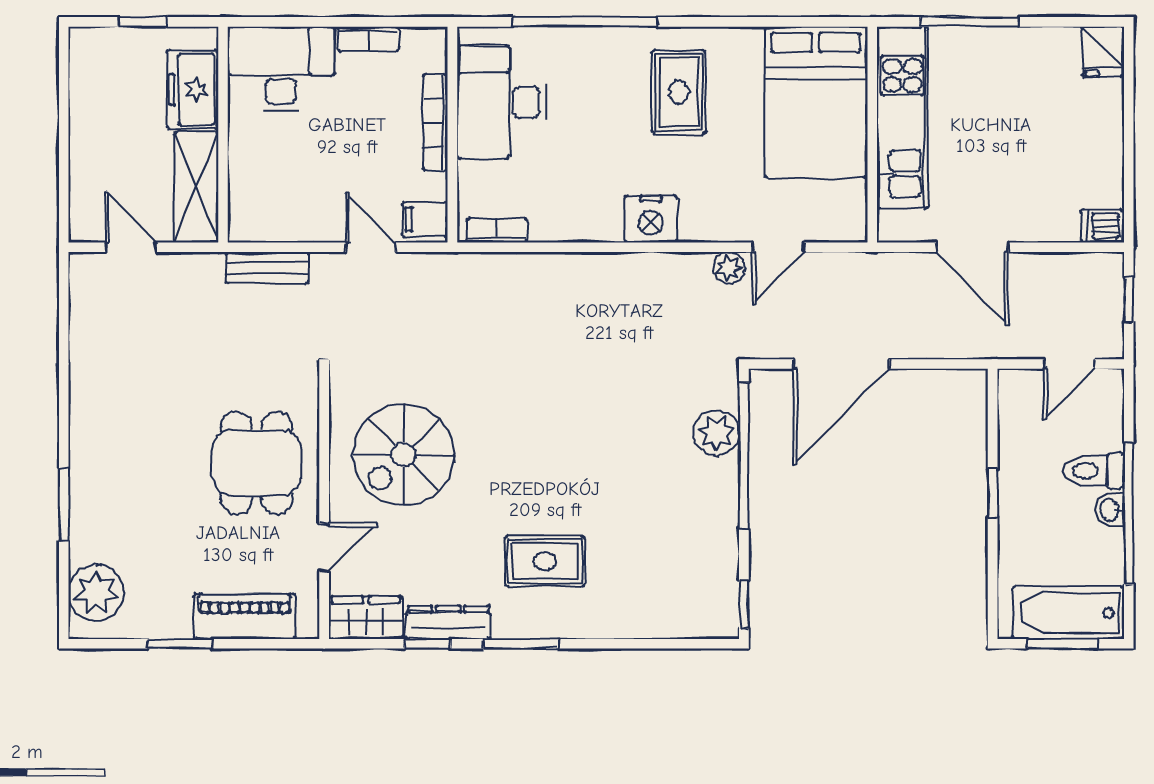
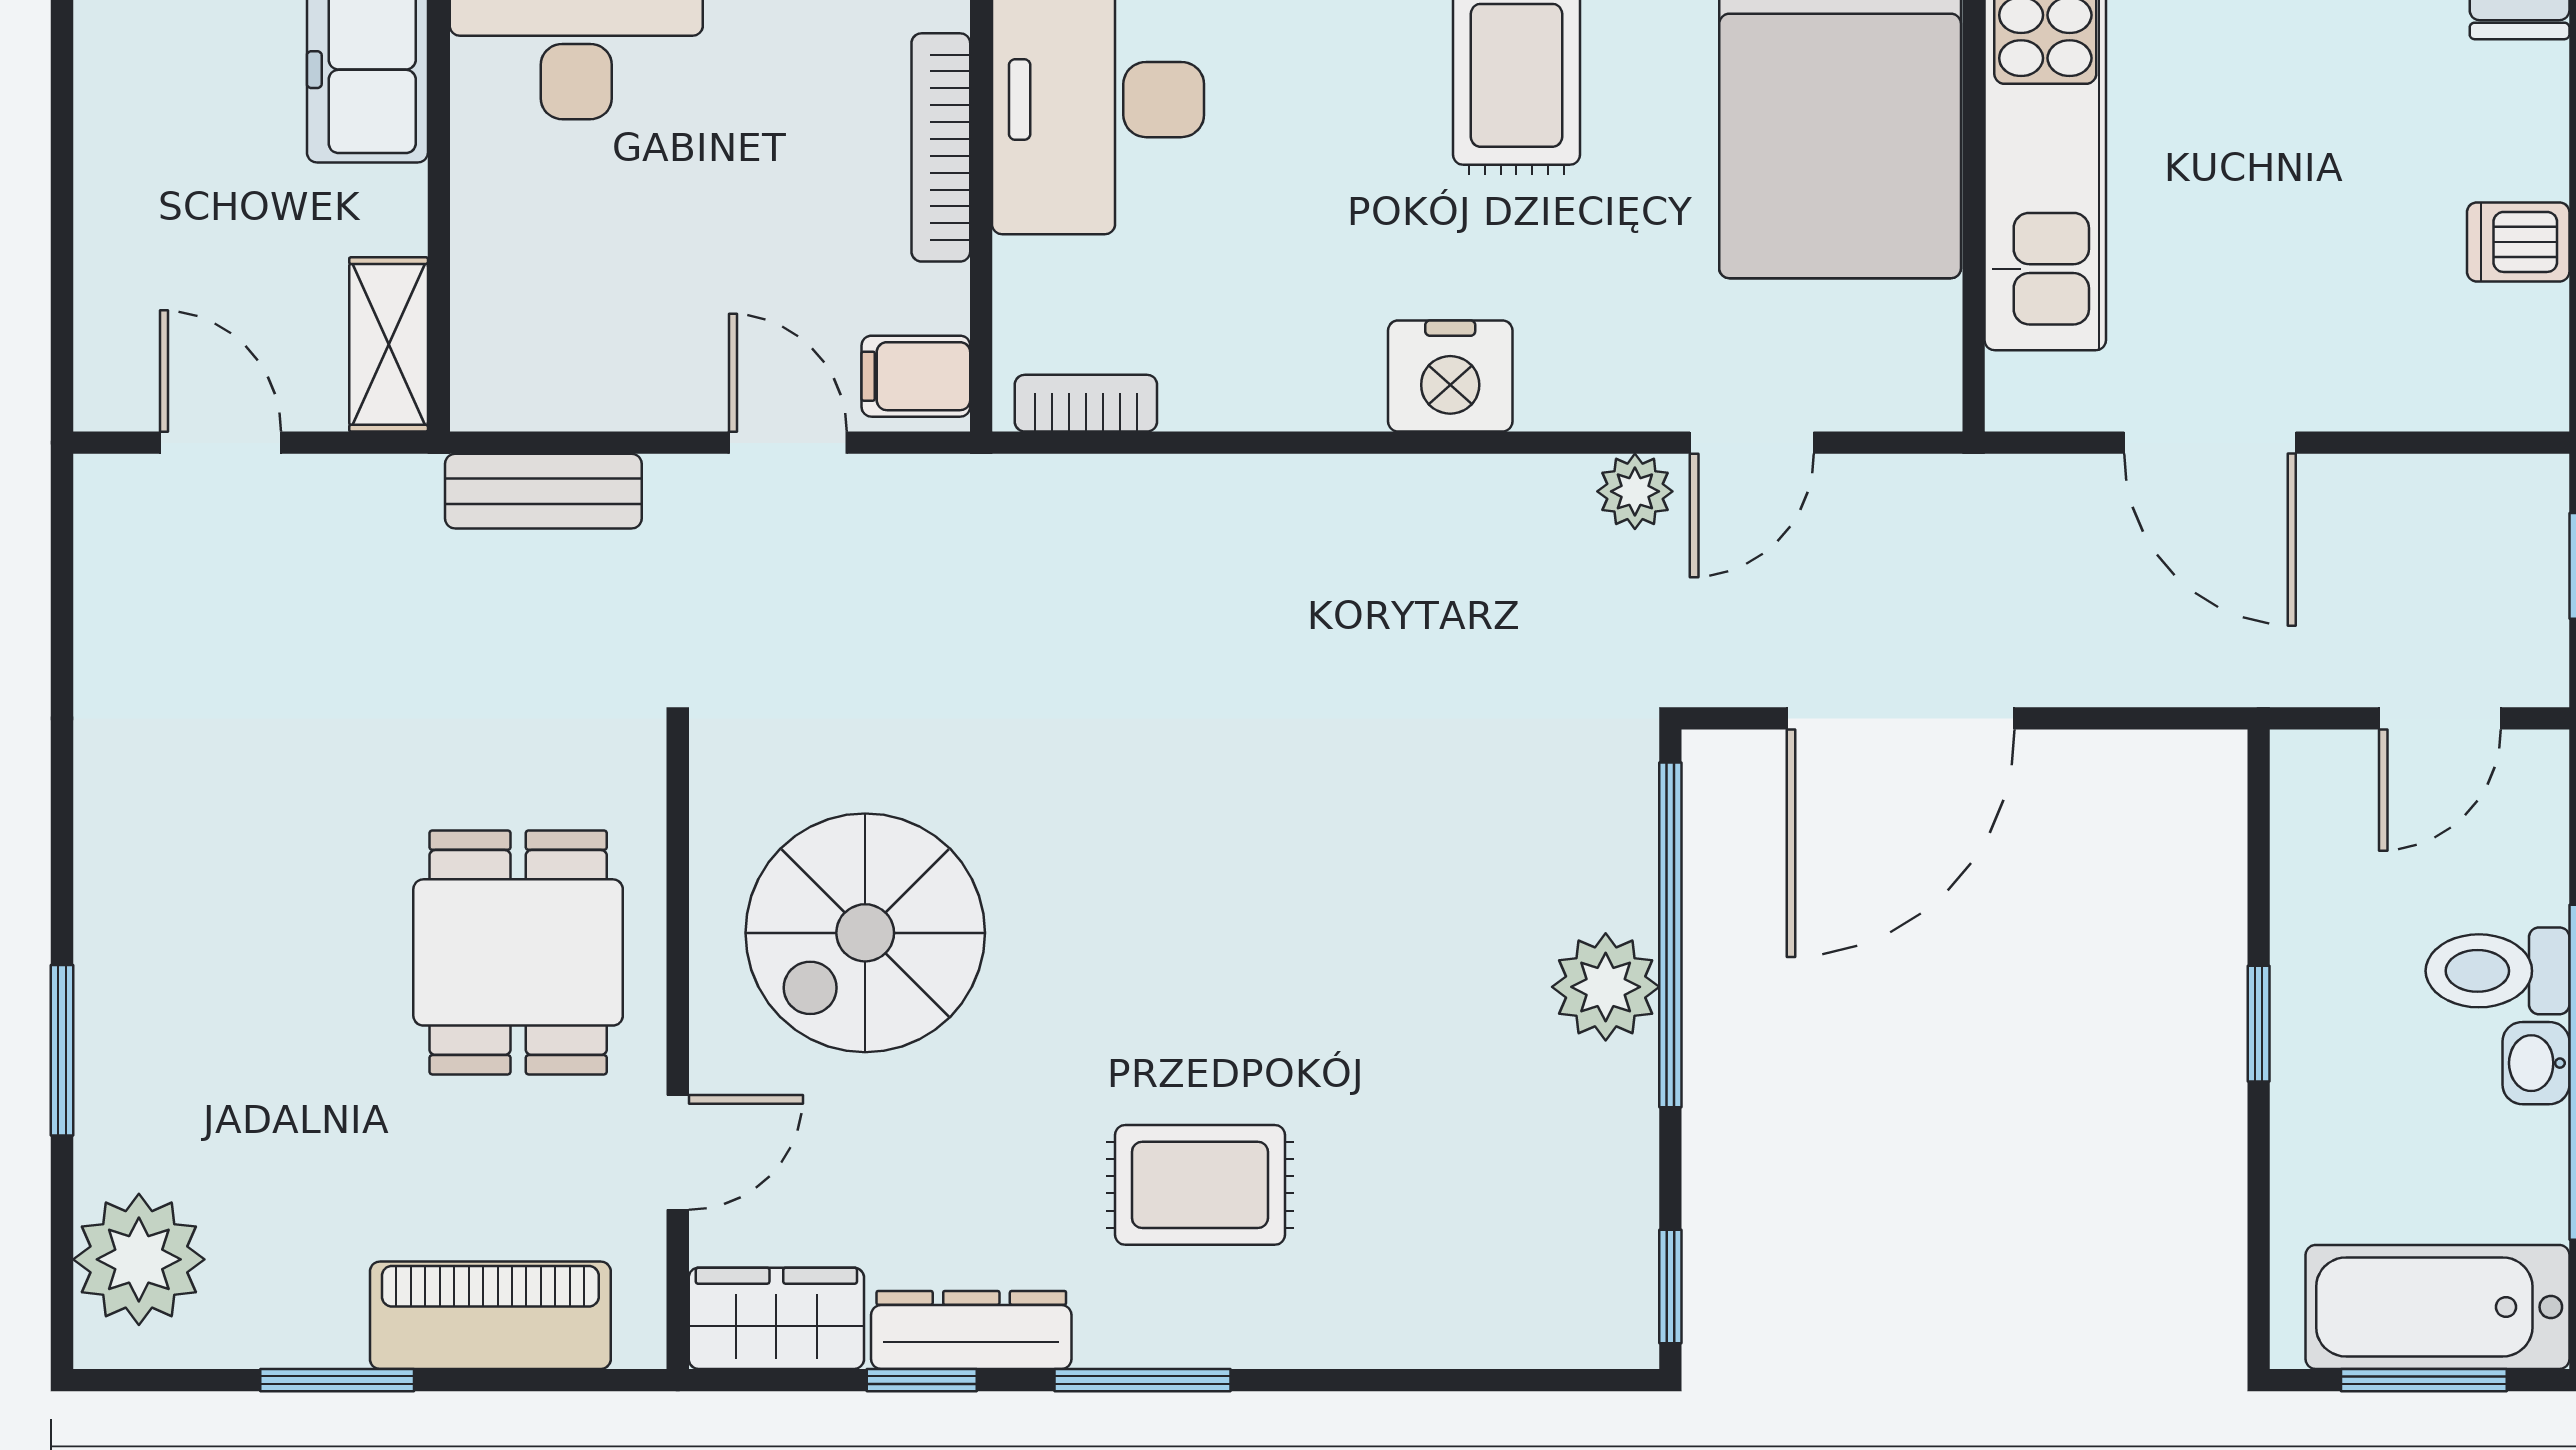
shelving: (196, 187) -> (389, 344), width x0.67, depth x0.75
dishwasher: (1102, 226) -> (2518, 242), moved
plant: (716, 433) -> (1606, 987), moved

